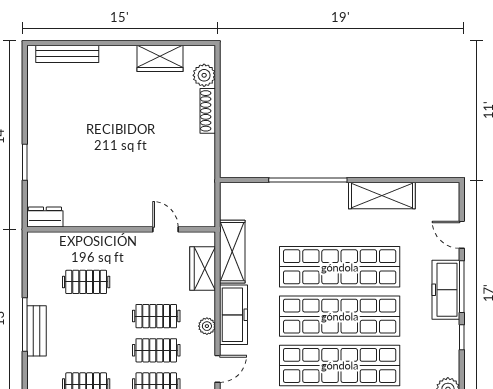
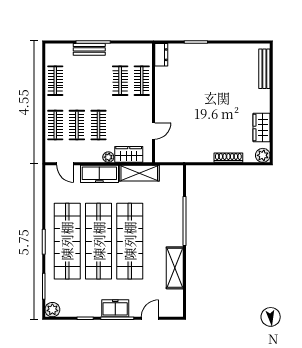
plant: (204, 75) -> (263, 155), moved
clothes rail: (86, 248) -> (142, 81), added
freezer: (446, 290) -> (115, 308), width x0.71
plant: (207, 326) -> (108, 157), moved

